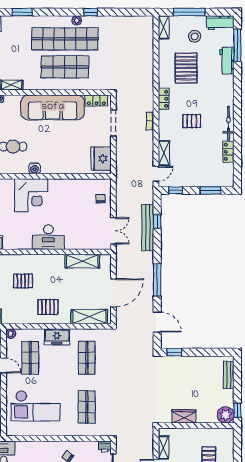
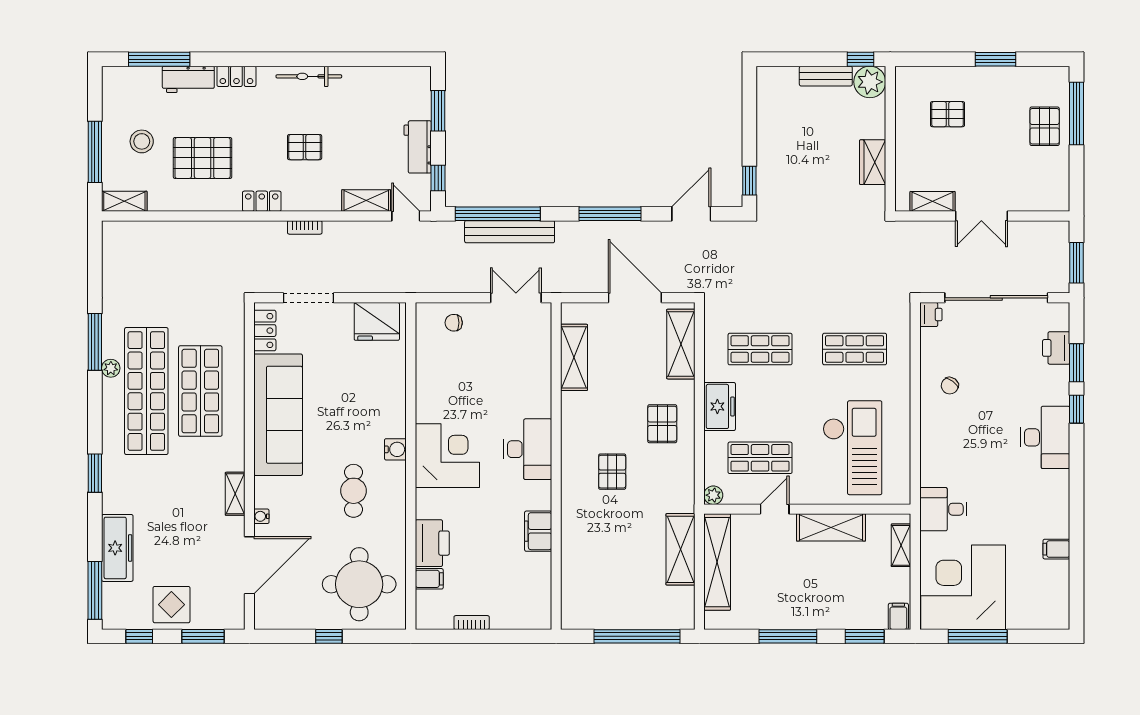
window: (91, 12) -> (95, 342), width x2.17
workbench: (220, 23) -> (418, 147), moved, turned 180
pallet: (192, 121) -> (305, 147), turned 90
locker: (228, 152) -> (236, 76), moved
window: (157, 221) -> (498, 214), width x3.17
desk: (48, 237) -> (528, 449), moved
bench: (229, 375) -> (826, 76), moved

